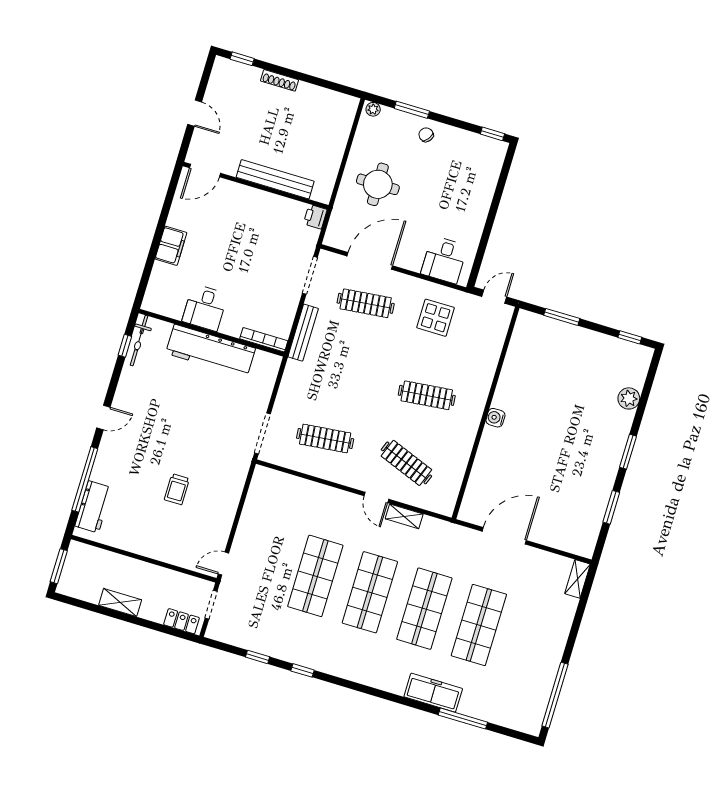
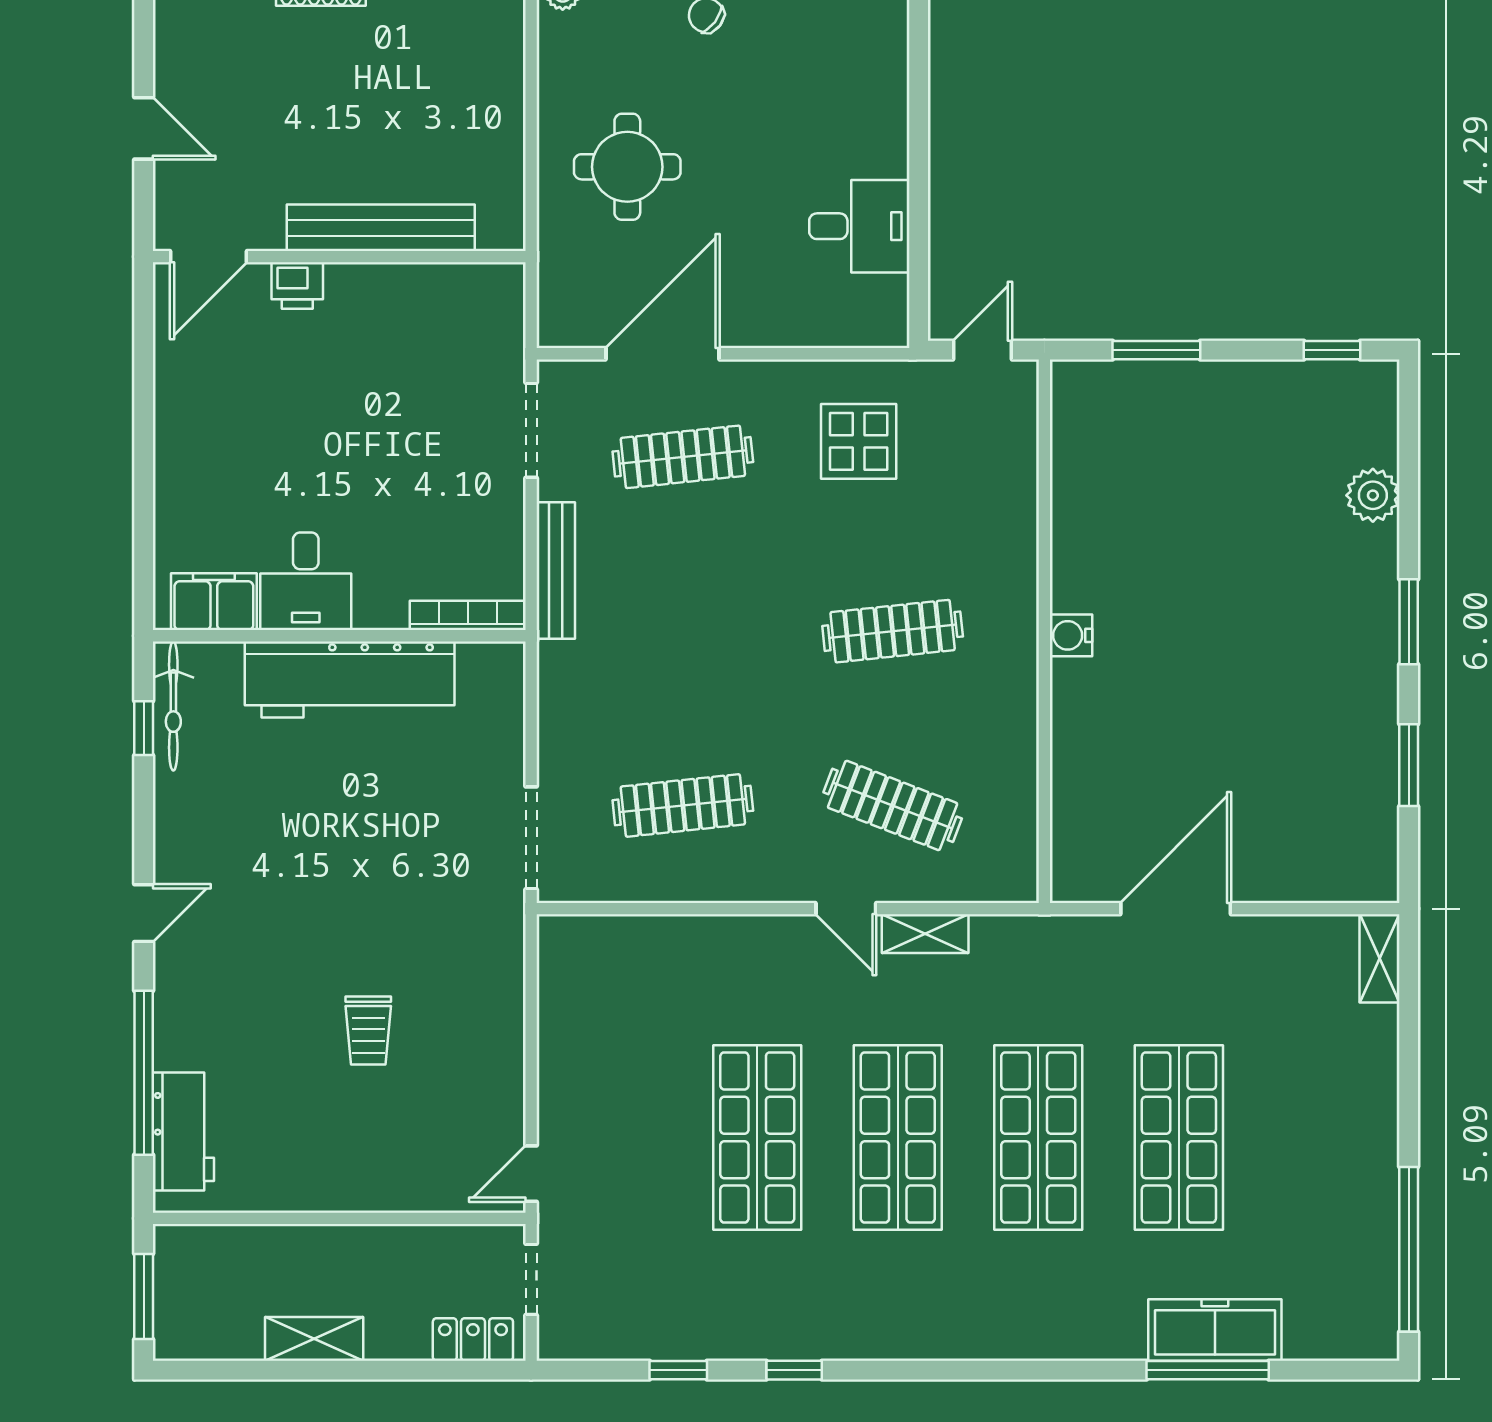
printer: (315, 217) -> (297, 285), moved, turned -90
filing cabinet: (171, 246) -> (214, 602), moved, turned -90
desk: (444, 260) -> (859, 226), moved, turned -90
freezer: (433, 693) -> (1215, 1330), moved

